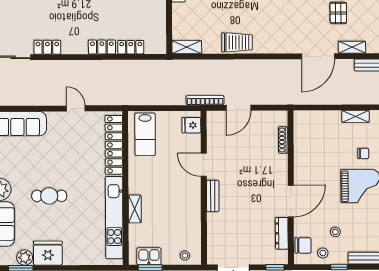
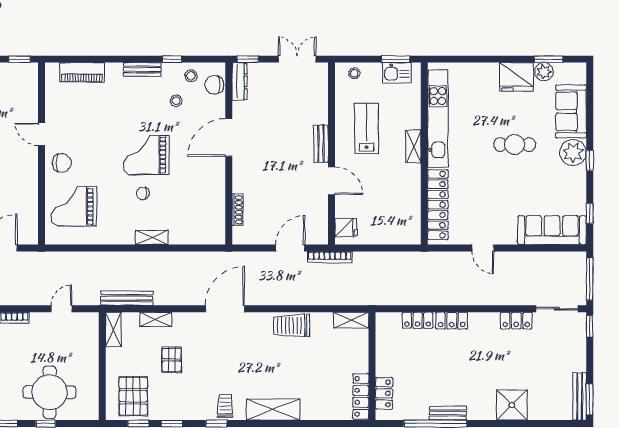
door: (318, 56) -> (225, 309), moved
lab bench: (145, 134) -> (367, 128), moved
shelving: (135, 209) -> (413, 147), moved
dresser: (282, 233) -> (239, 82), moved

